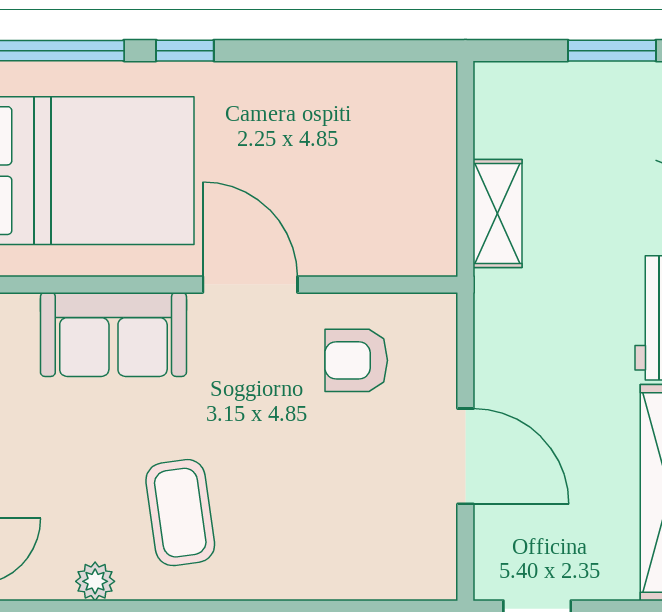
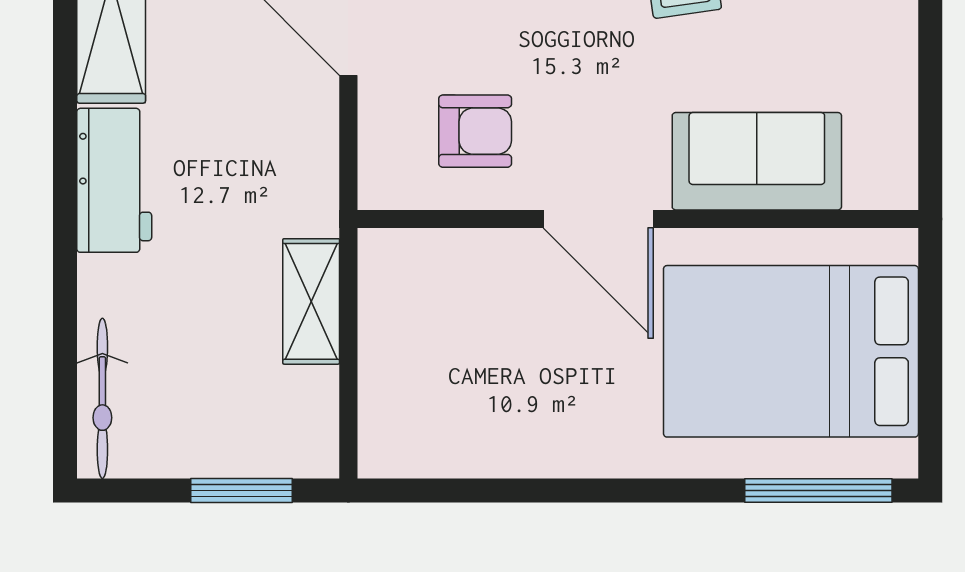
window: (185, 51) -> (674, 491), removed
window: (612, 51) -> (241, 491), moved

